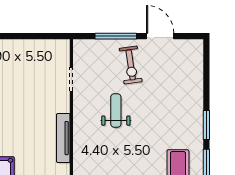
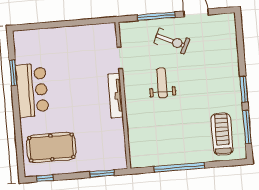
exercise bike: (131, 65) -> (172, 41), turned -57
tv unit: (63, 138) -> (116, 96), moved

